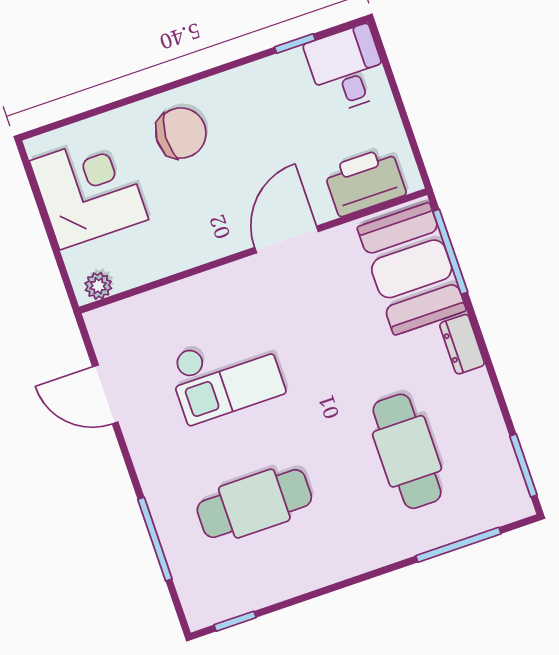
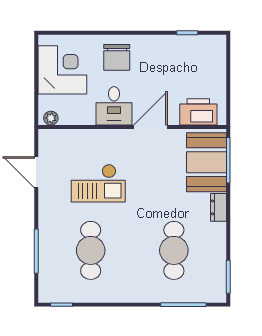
desk: (347, 69) -> (114, 106), moved, turned 180
chair: (181, 133) -> (117, 57), turned 88
cafe table: (254, 504) -> (91, 250), turned 90

